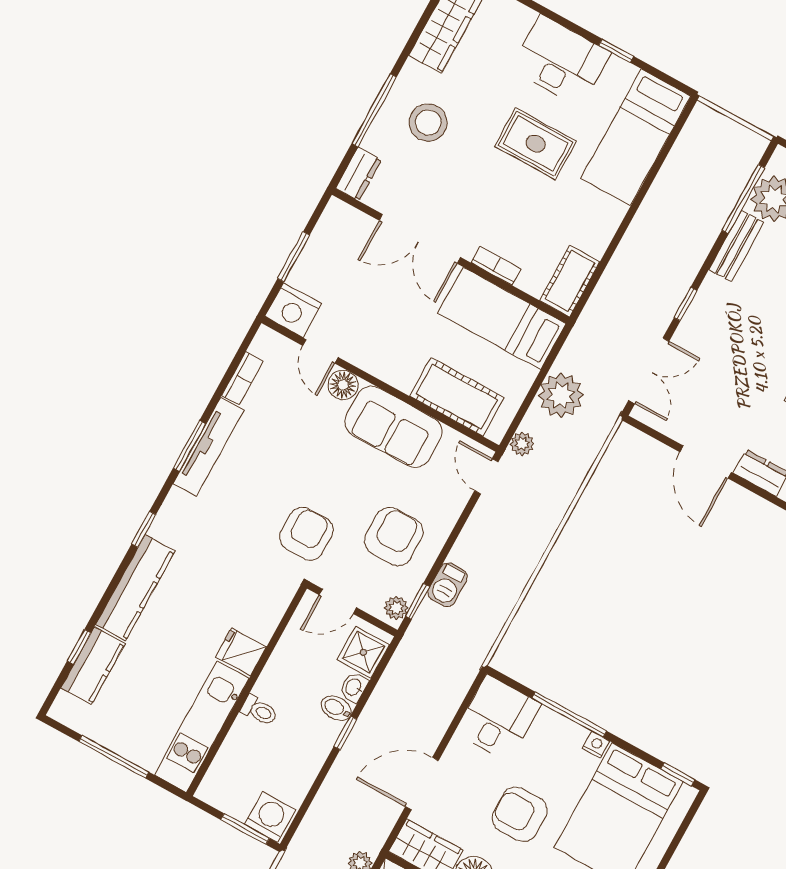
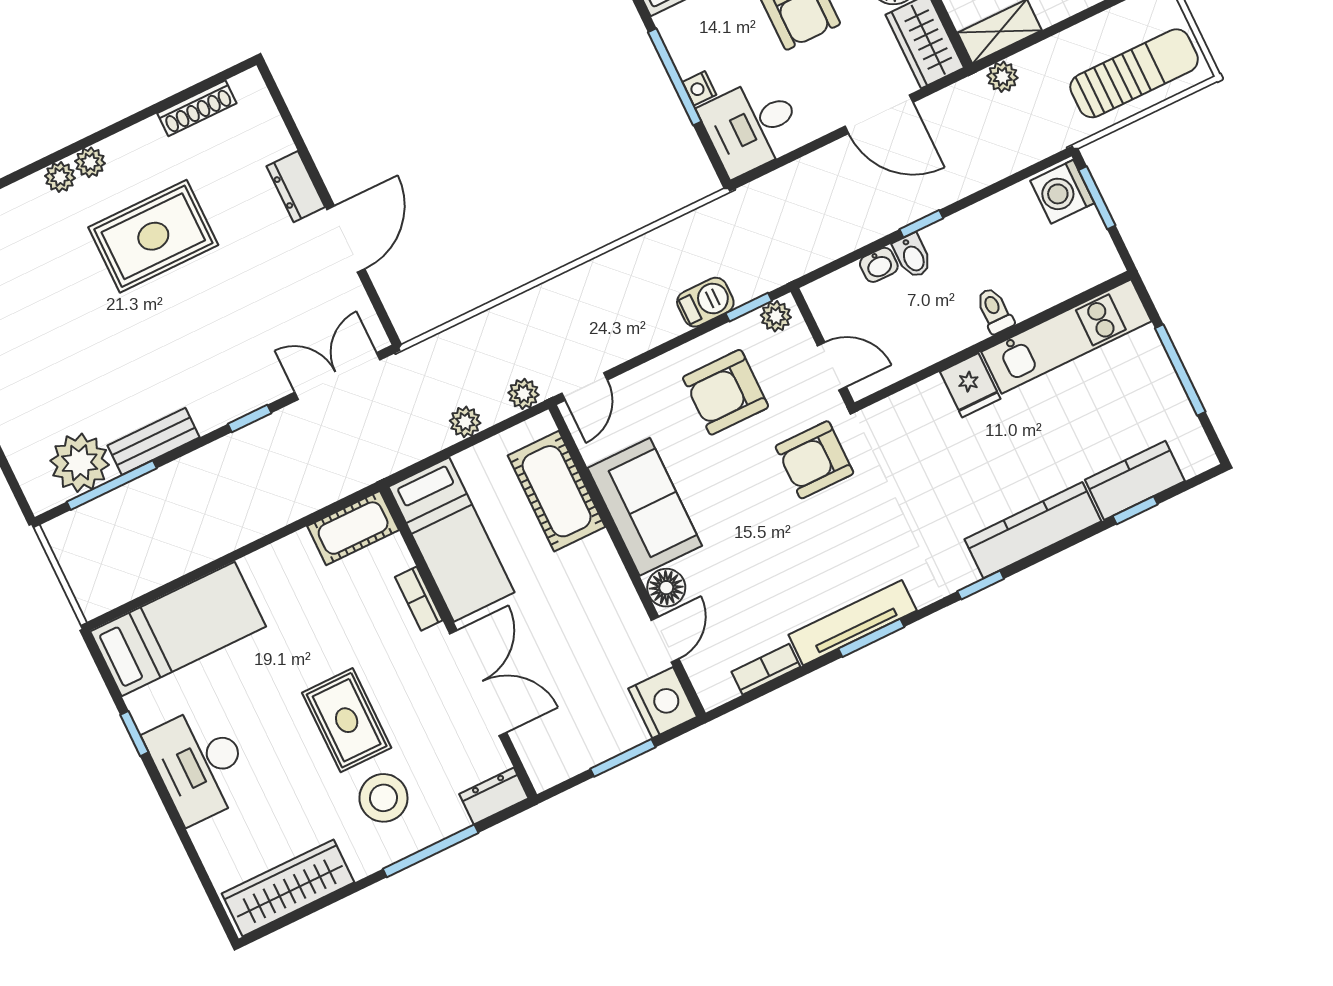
rug: (536, 144) -> (347, 720), moved
plant: (561, 395) -> (465, 422), width x0.53, depth x0.53
shower: (363, 652) -> (843, 294), removed
nightstand: (596, 745) -> (699, 88), moved

